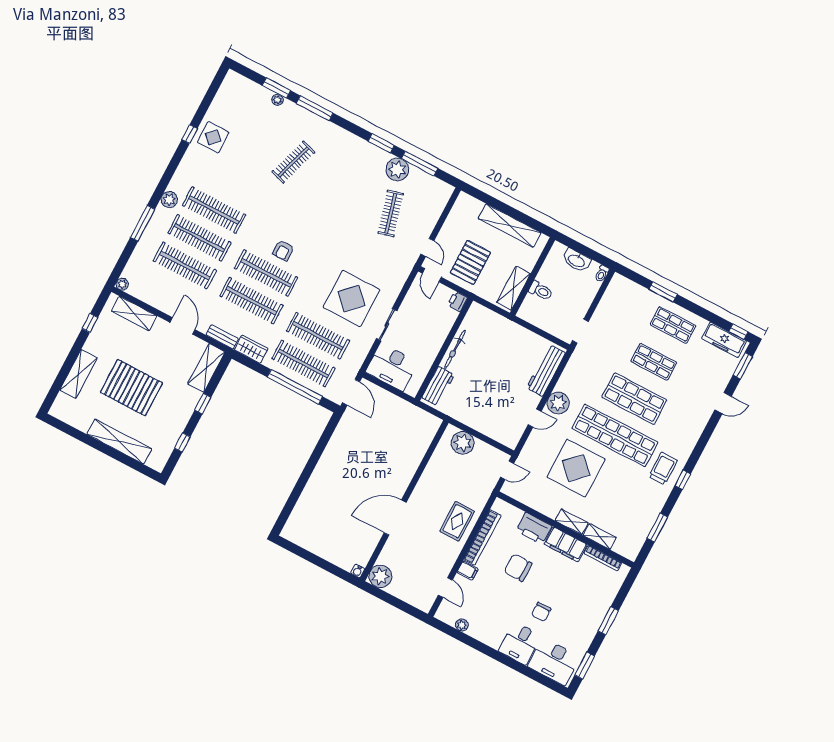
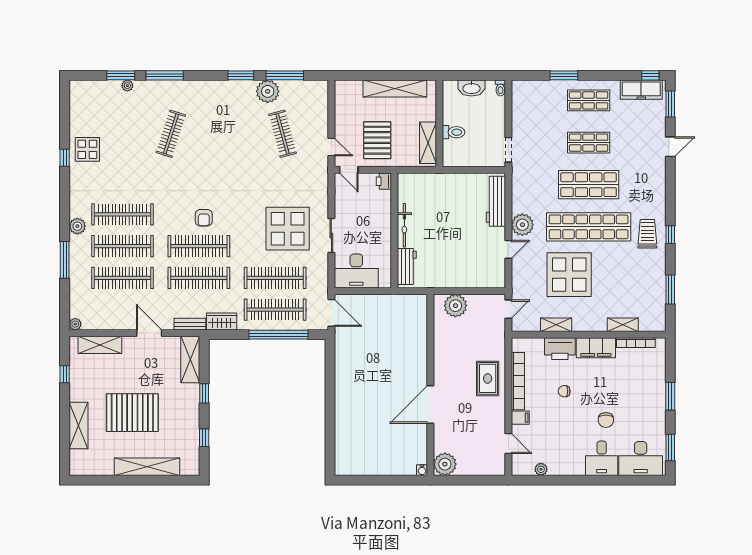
shelving: (572, 522) -> (556, 325), moved
chair: (518, 568) -> (564, 391), width x0.54, depth x0.54

